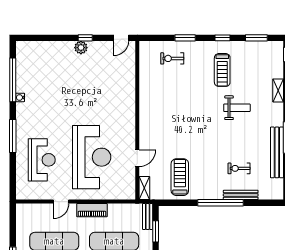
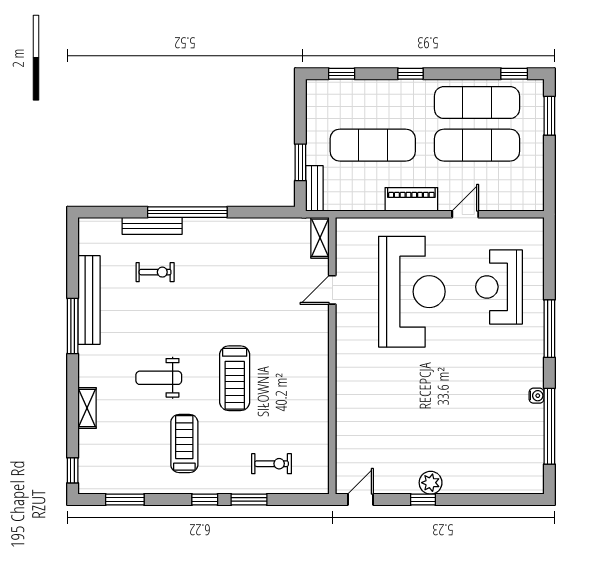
window: (223, 38) -> (205, 499), moved
reception desk: (92, 157) -> (412, 292), turned 180
treadmill: (180, 177) -> (235, 378), moved

